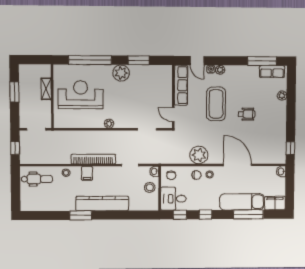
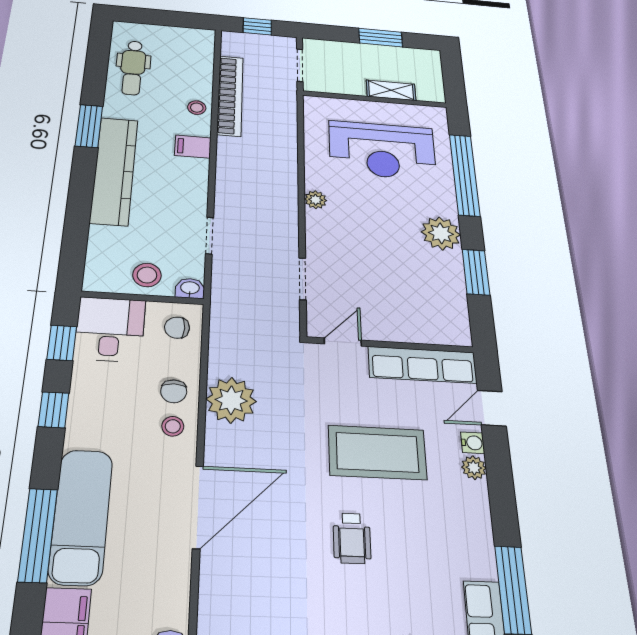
reception desk: (81, 95) -> (382, 150), turned 90
bookcase: (93, 159) -> (230, 95), moved
dental chair: (37, 179) -> (133, 68), moved

